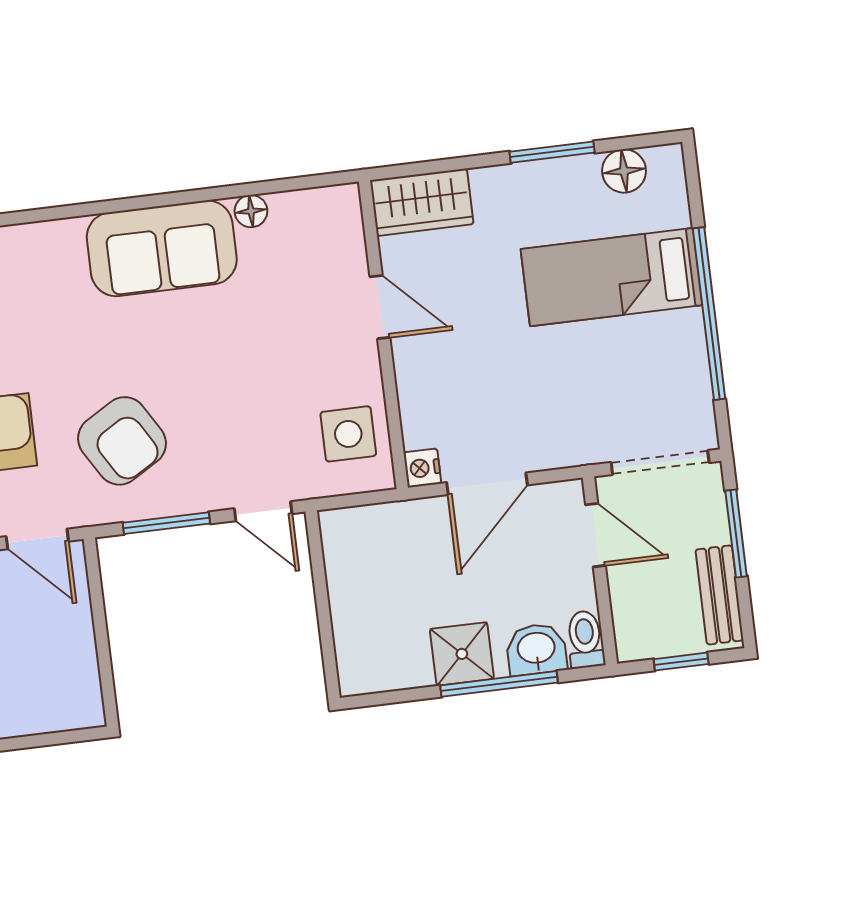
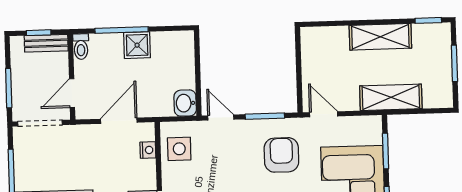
armchair: (122, 441) -> (281, 155), turned 31
nightstand: (422, 468) -> (148, 150), moved
door: (596, 535) -> (72, 93), hinge flipped
bench: (719, 595) -> (46, 43), moved, turned 90
washbasin: (536, 649) -> (185, 103), moved, turned 90

